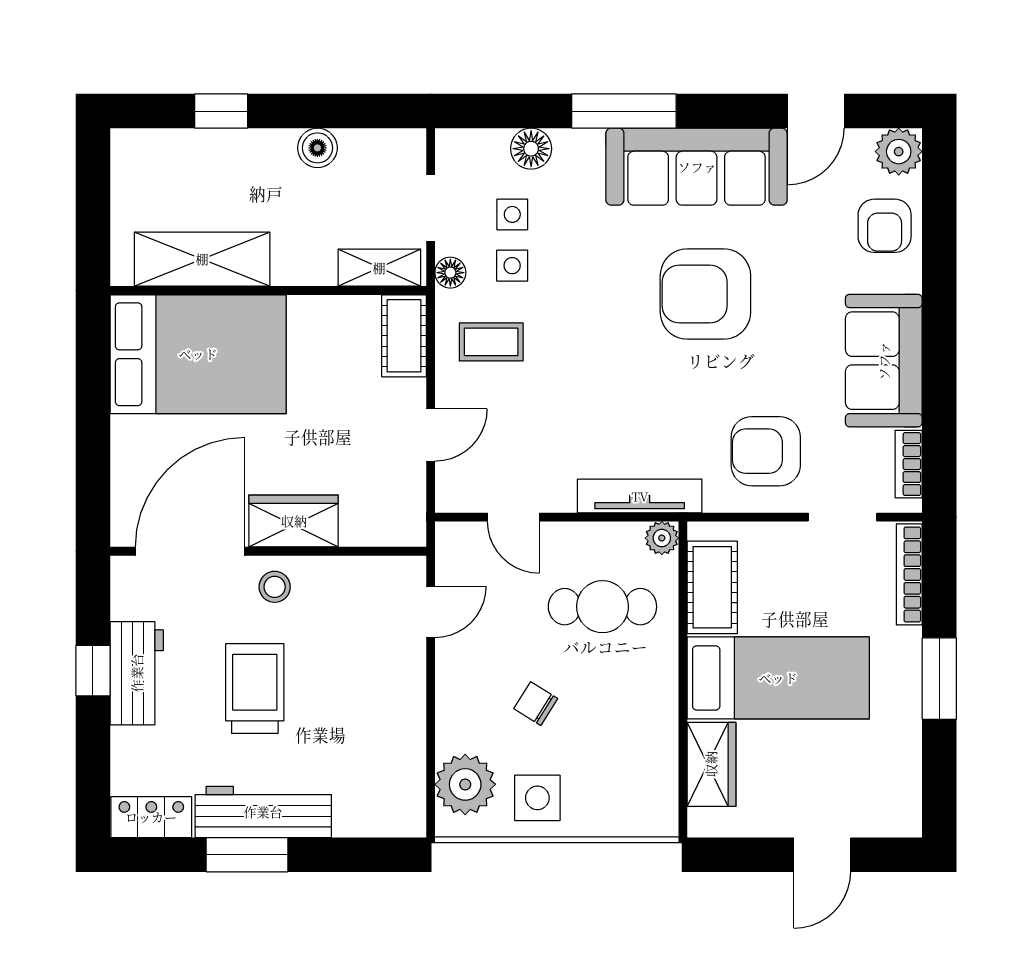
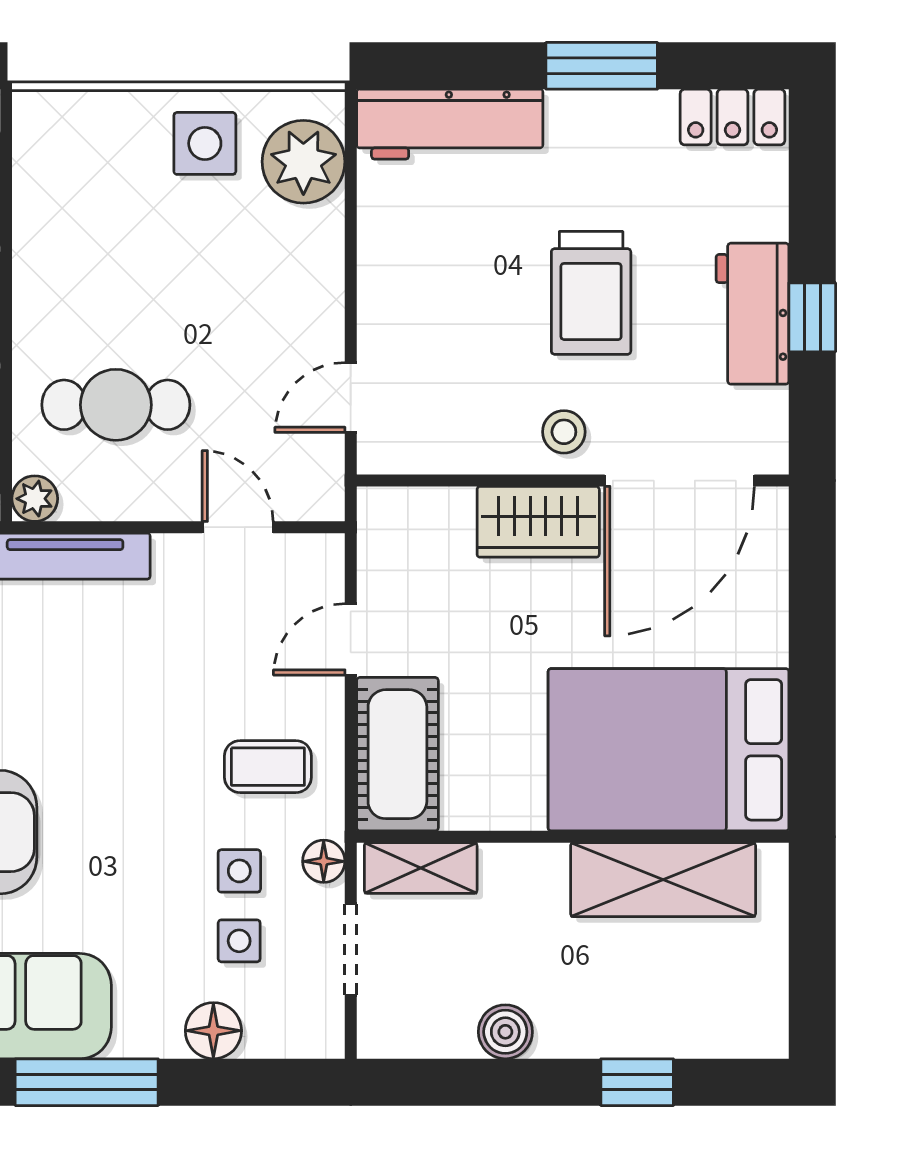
cot: (404, 336) -> (397, 754), width x1.37, depth x1.34
chair: (536, 704) -> (207, 272), removed
workbench: (263, 812) -> (450, 124), moved

